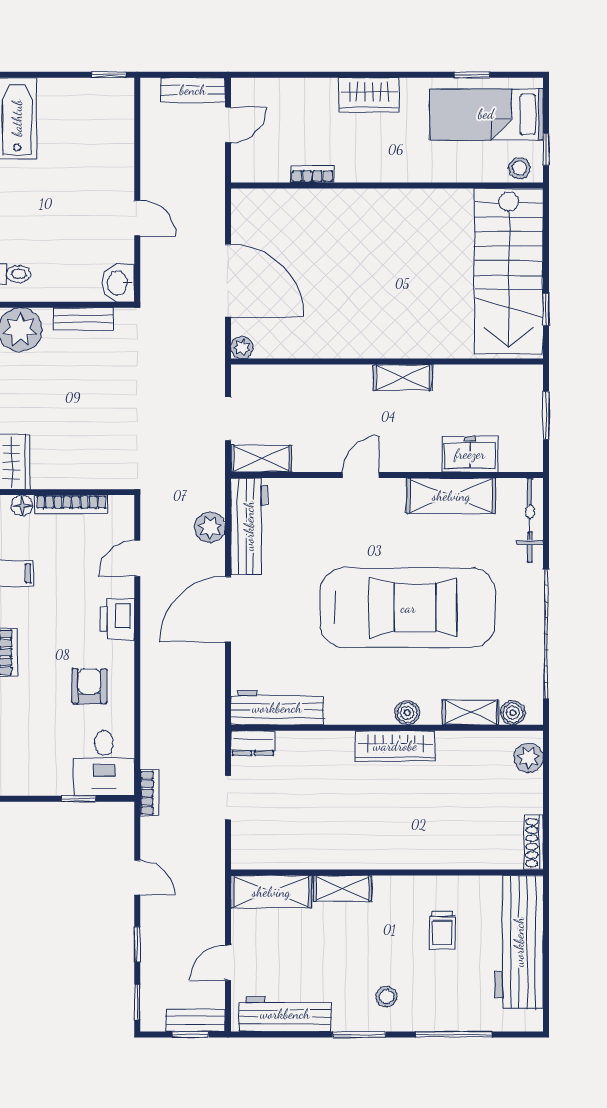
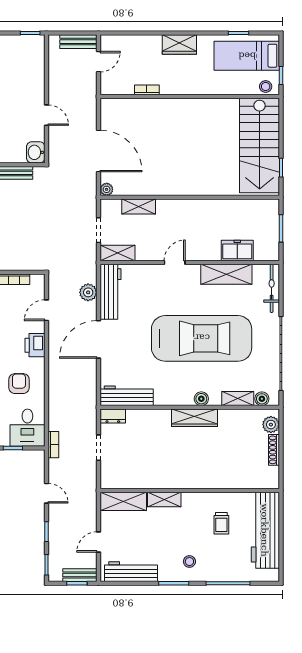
shelving: (403, 378) -> (139, 207), moved
shoe rack: (534, 843) -> (274, 450), moved

